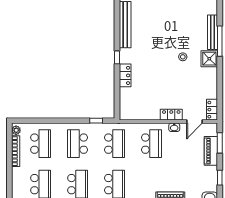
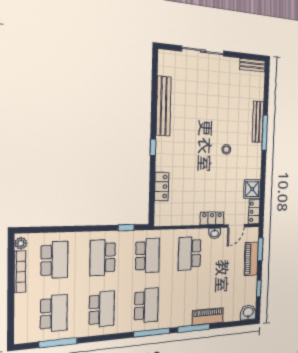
shower: (209, 59) -> (252, 189), moved
locker: (125, 75) -> (162, 186), moved
school desk: (151, 144) -> (190, 254), turned 180

